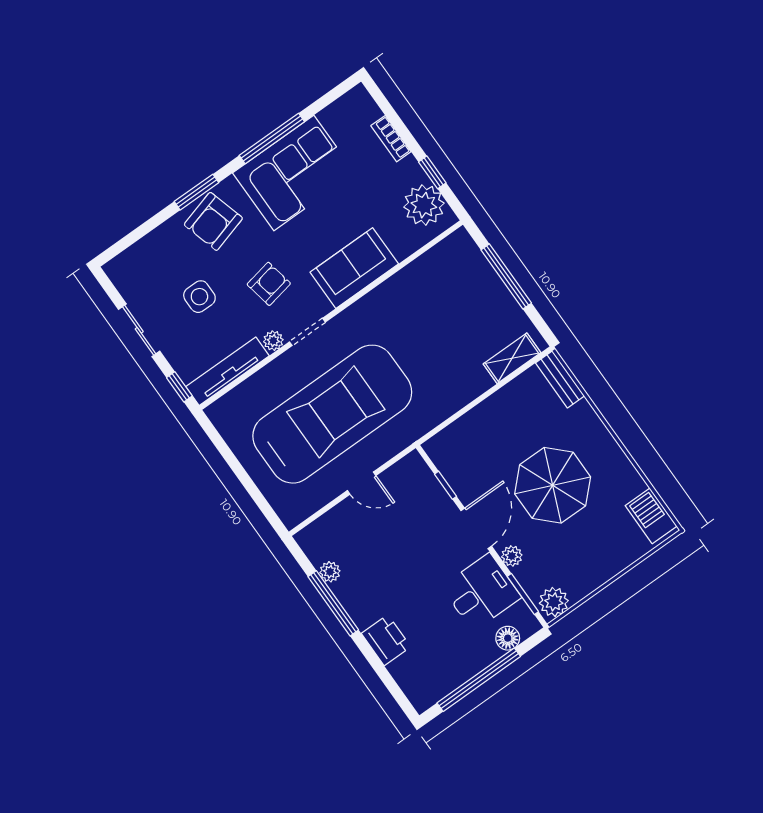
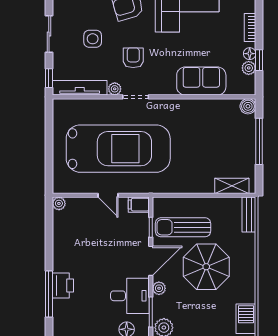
floor lamp: (414, 173) -> (250, 54), added
plant: (424, 205) -> (249, 68), width x0.53, depth x0.53
boiler: (460, 242) -> (248, 106), added
sofa: (354, 268) -> (201, 81), moved
armchair: (269, 284) -> (133, 58), turned -79
sun lounger: (487, 456) -> (183, 227), added
filing cabinet: (410, 467) -> (139, 205), added
plant: (330, 572) -> (59, 203), moved
window: (333, 603) -> (49, 294), moved

